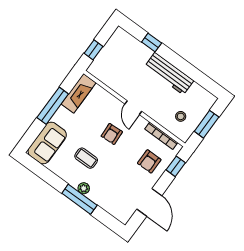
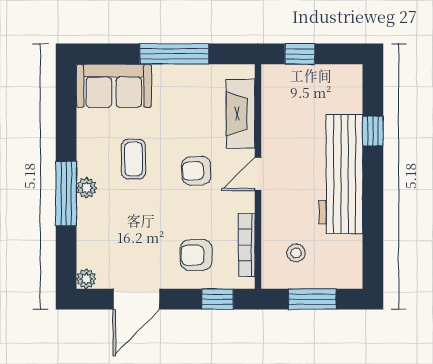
workbench: (169, 74) -> (341, 174), width x1.36, depth x1.32
fireplace: (78, 93) -> (241, 114), moved, turned 90
plant: (124, 218) -> (86, 279), added

